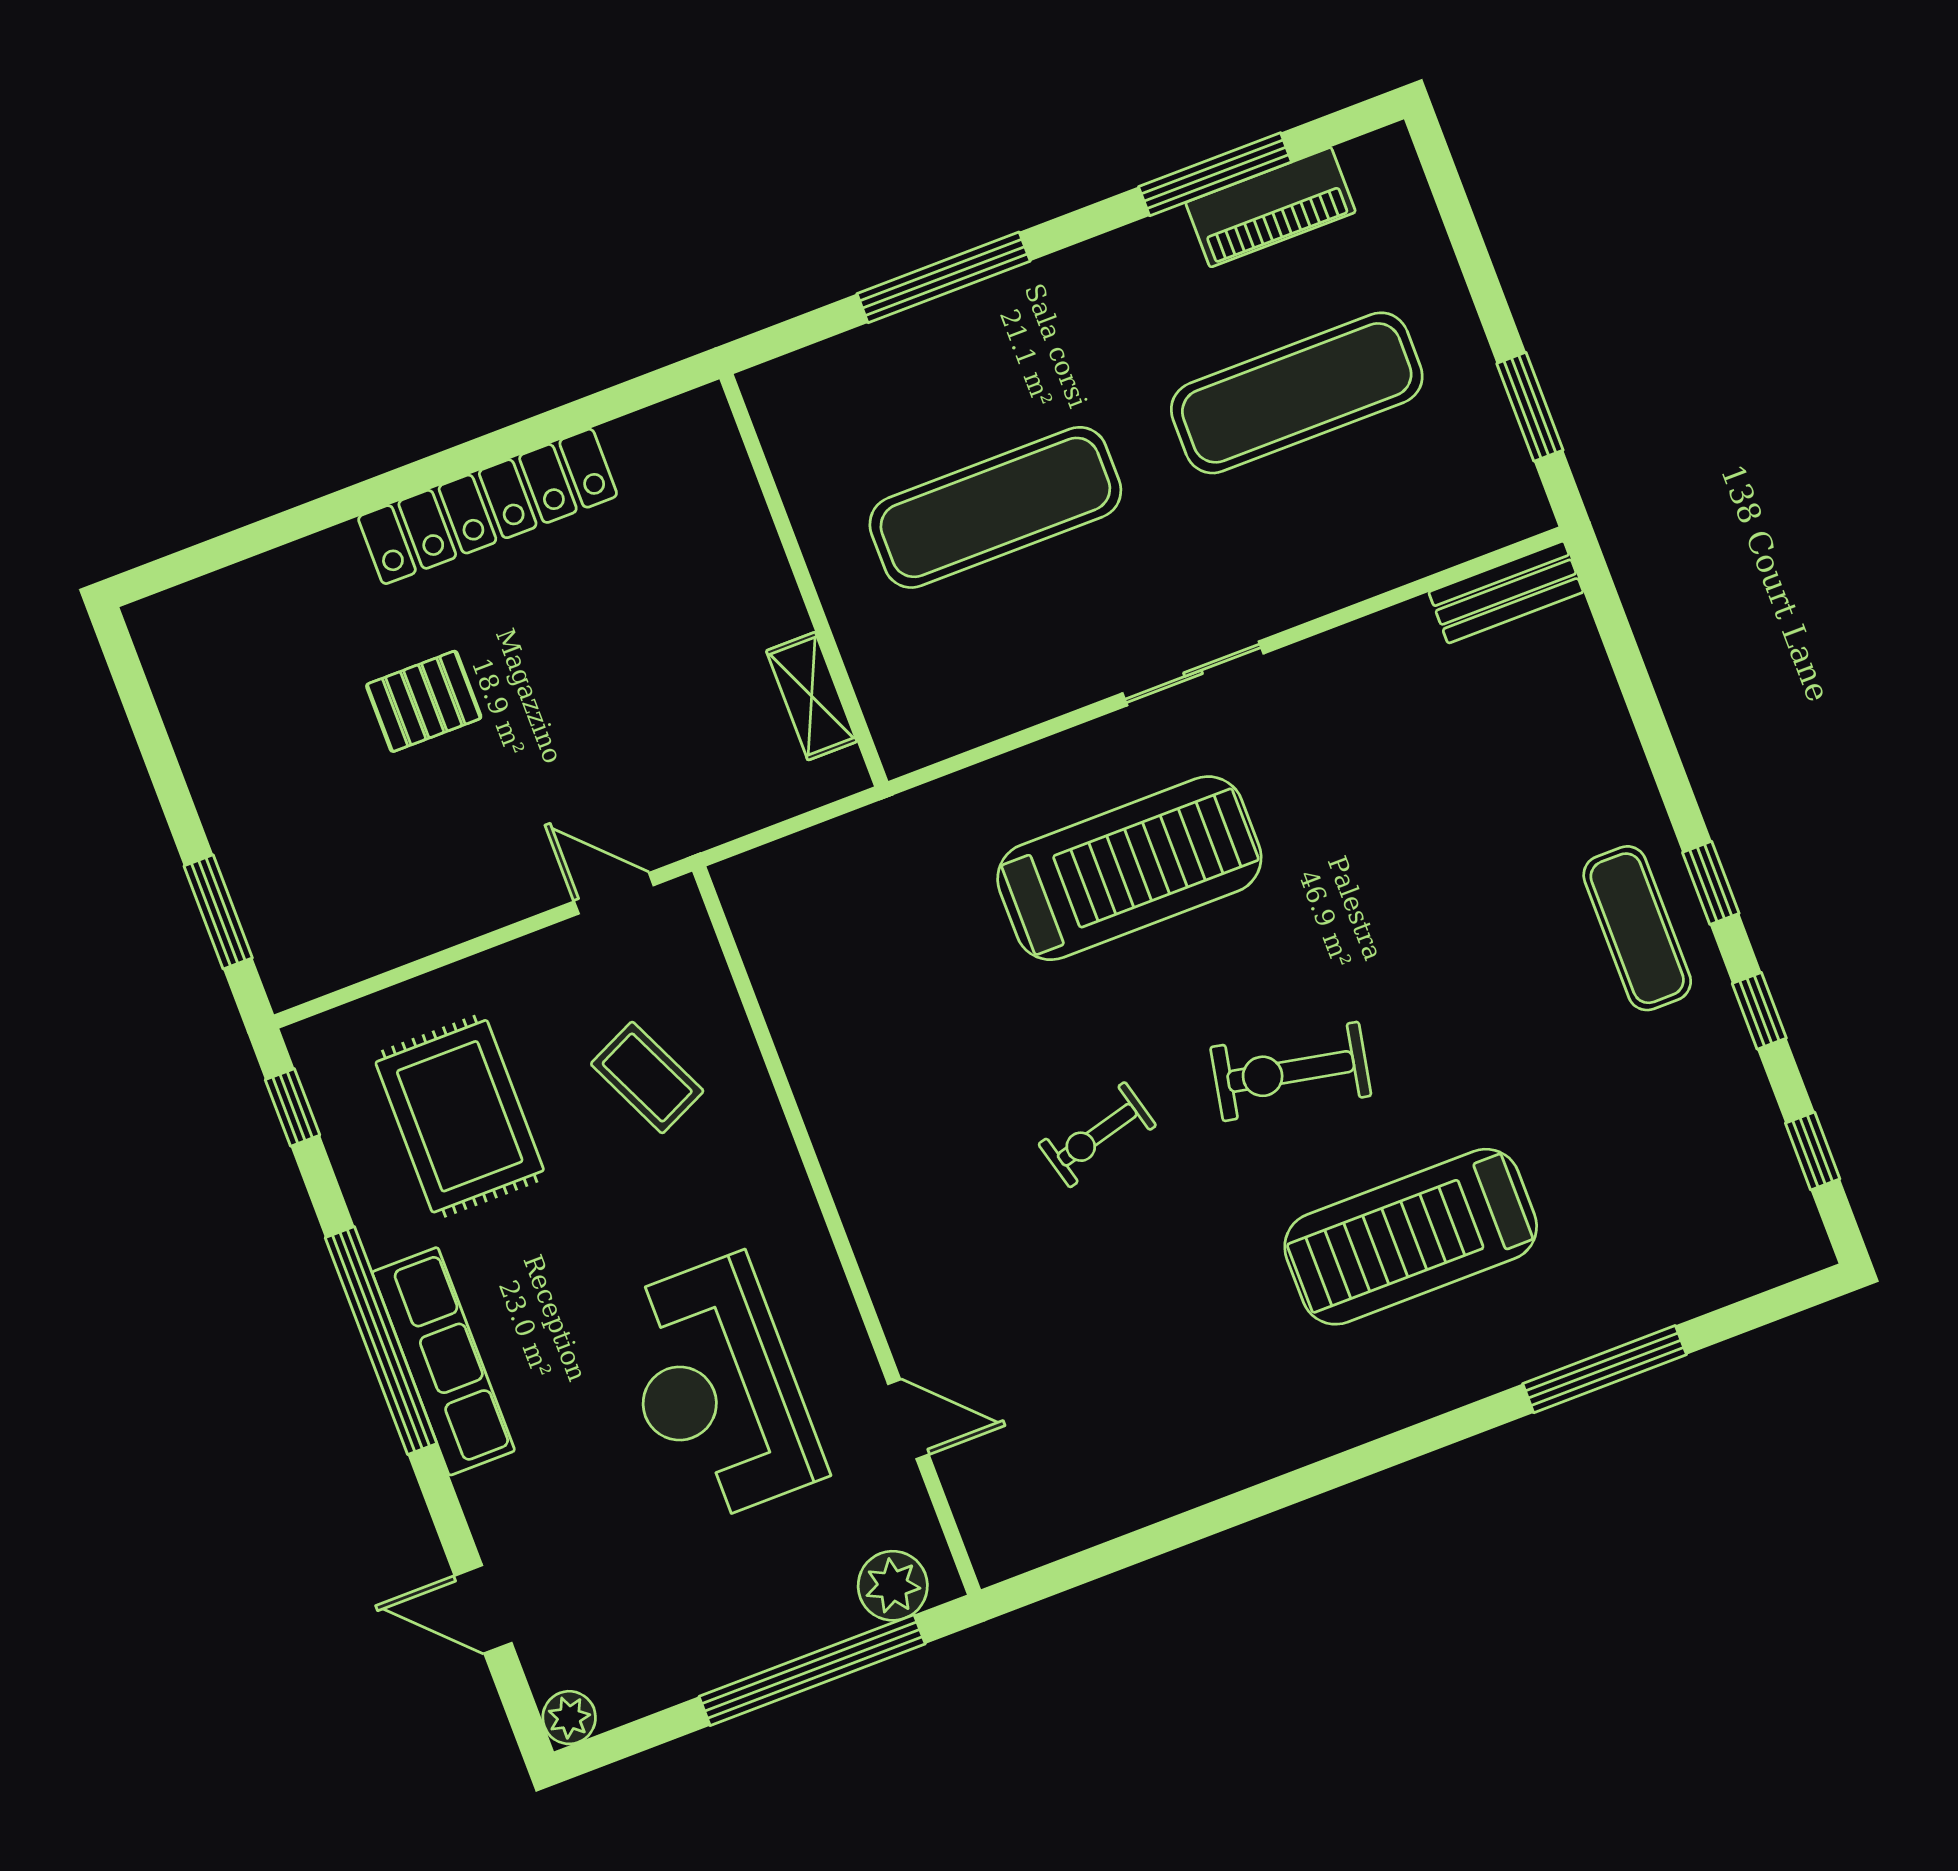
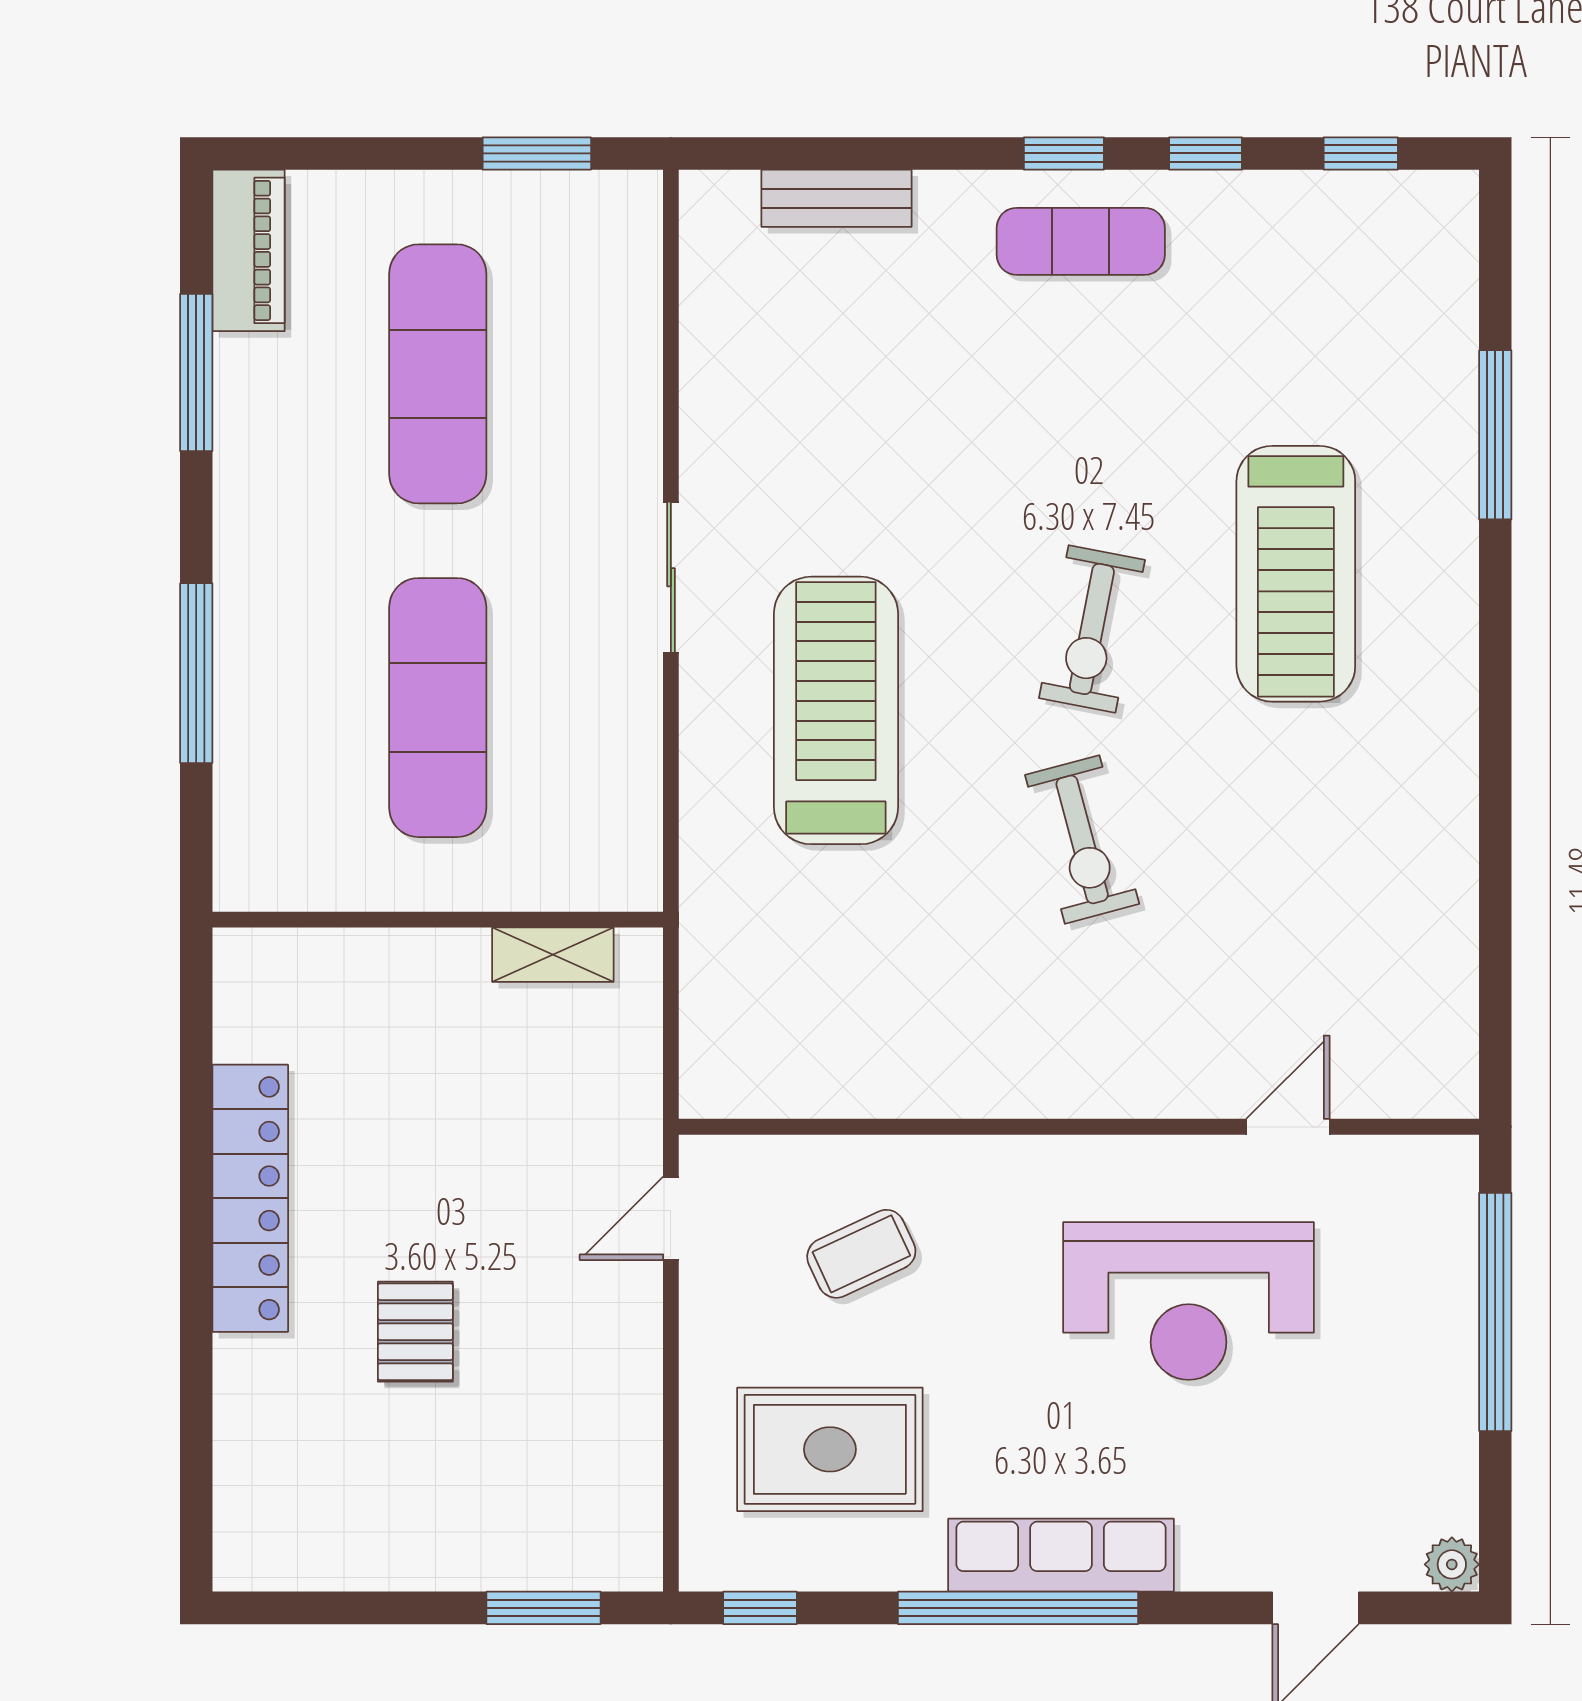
piano: (1271, 207) -> (249, 250), moved
bench: (1506, 592) -> (836, 198), moved, turned 90
exercise bike: (1097, 1135) -> (1082, 839), width x1.38, depth x1.39
plant: (893, 1586) -> (1443, 1203), removed

